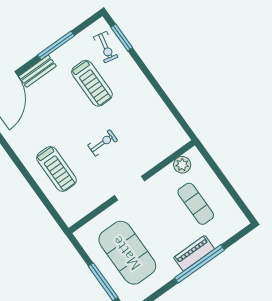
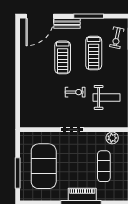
weight bench: (143, 123) -> (107, 97), added
treadmill: (56, 169) -> (63, 57), moved

